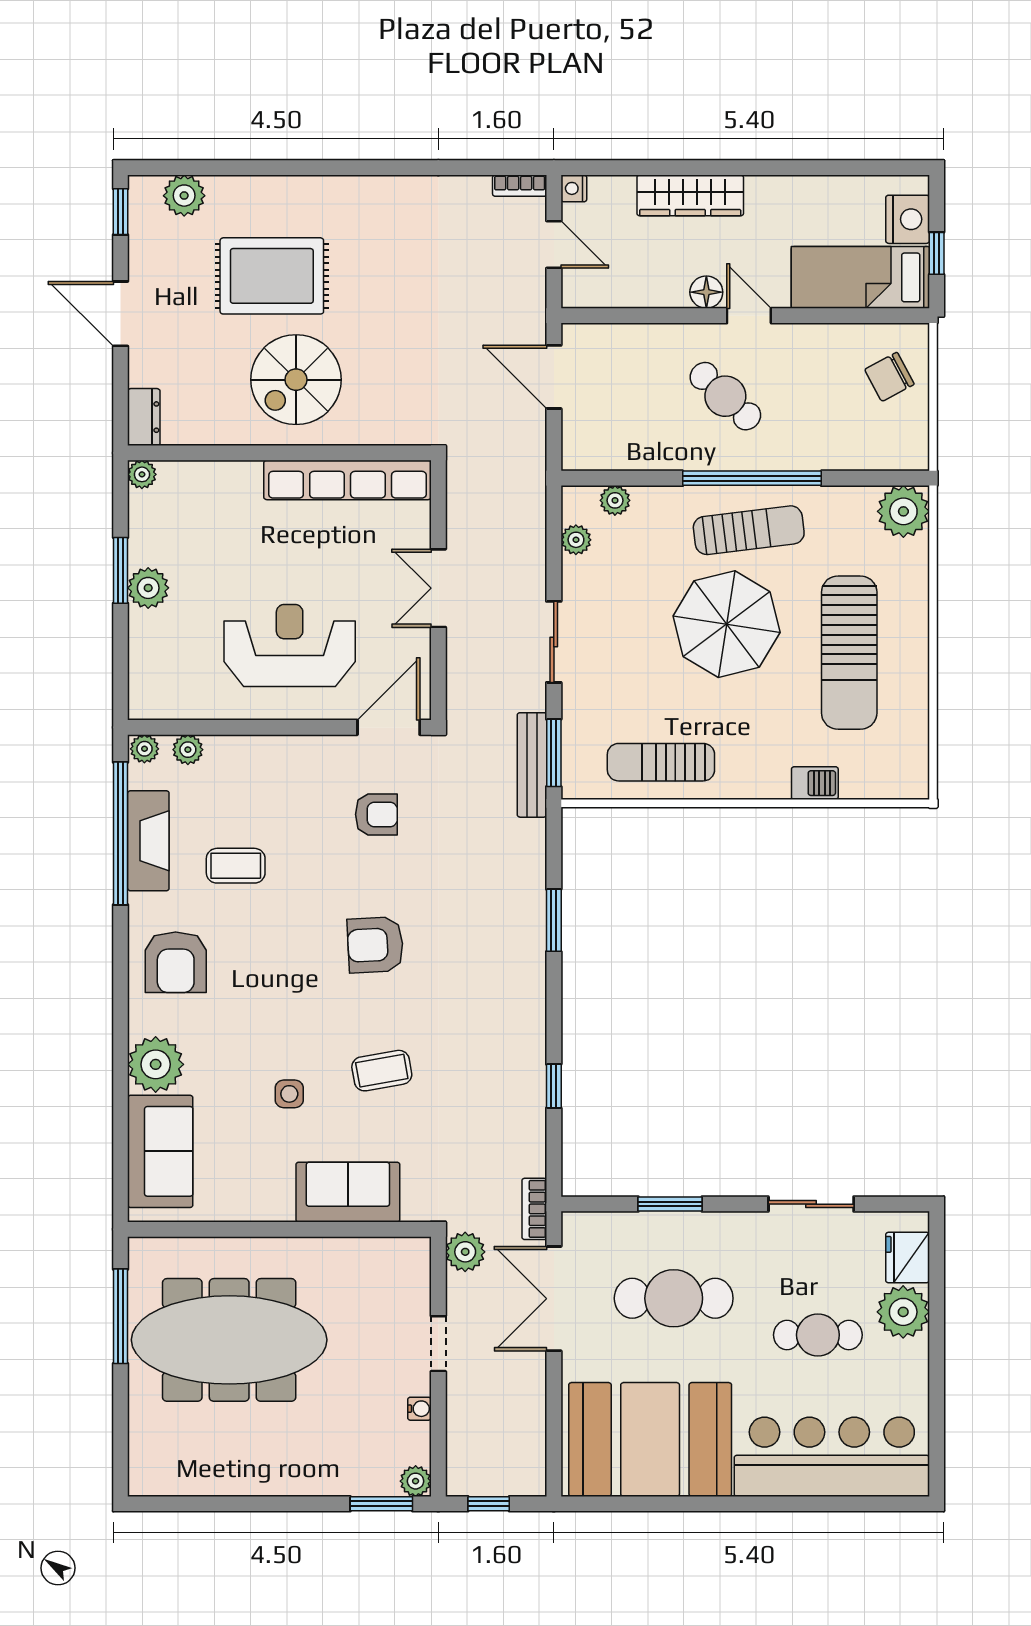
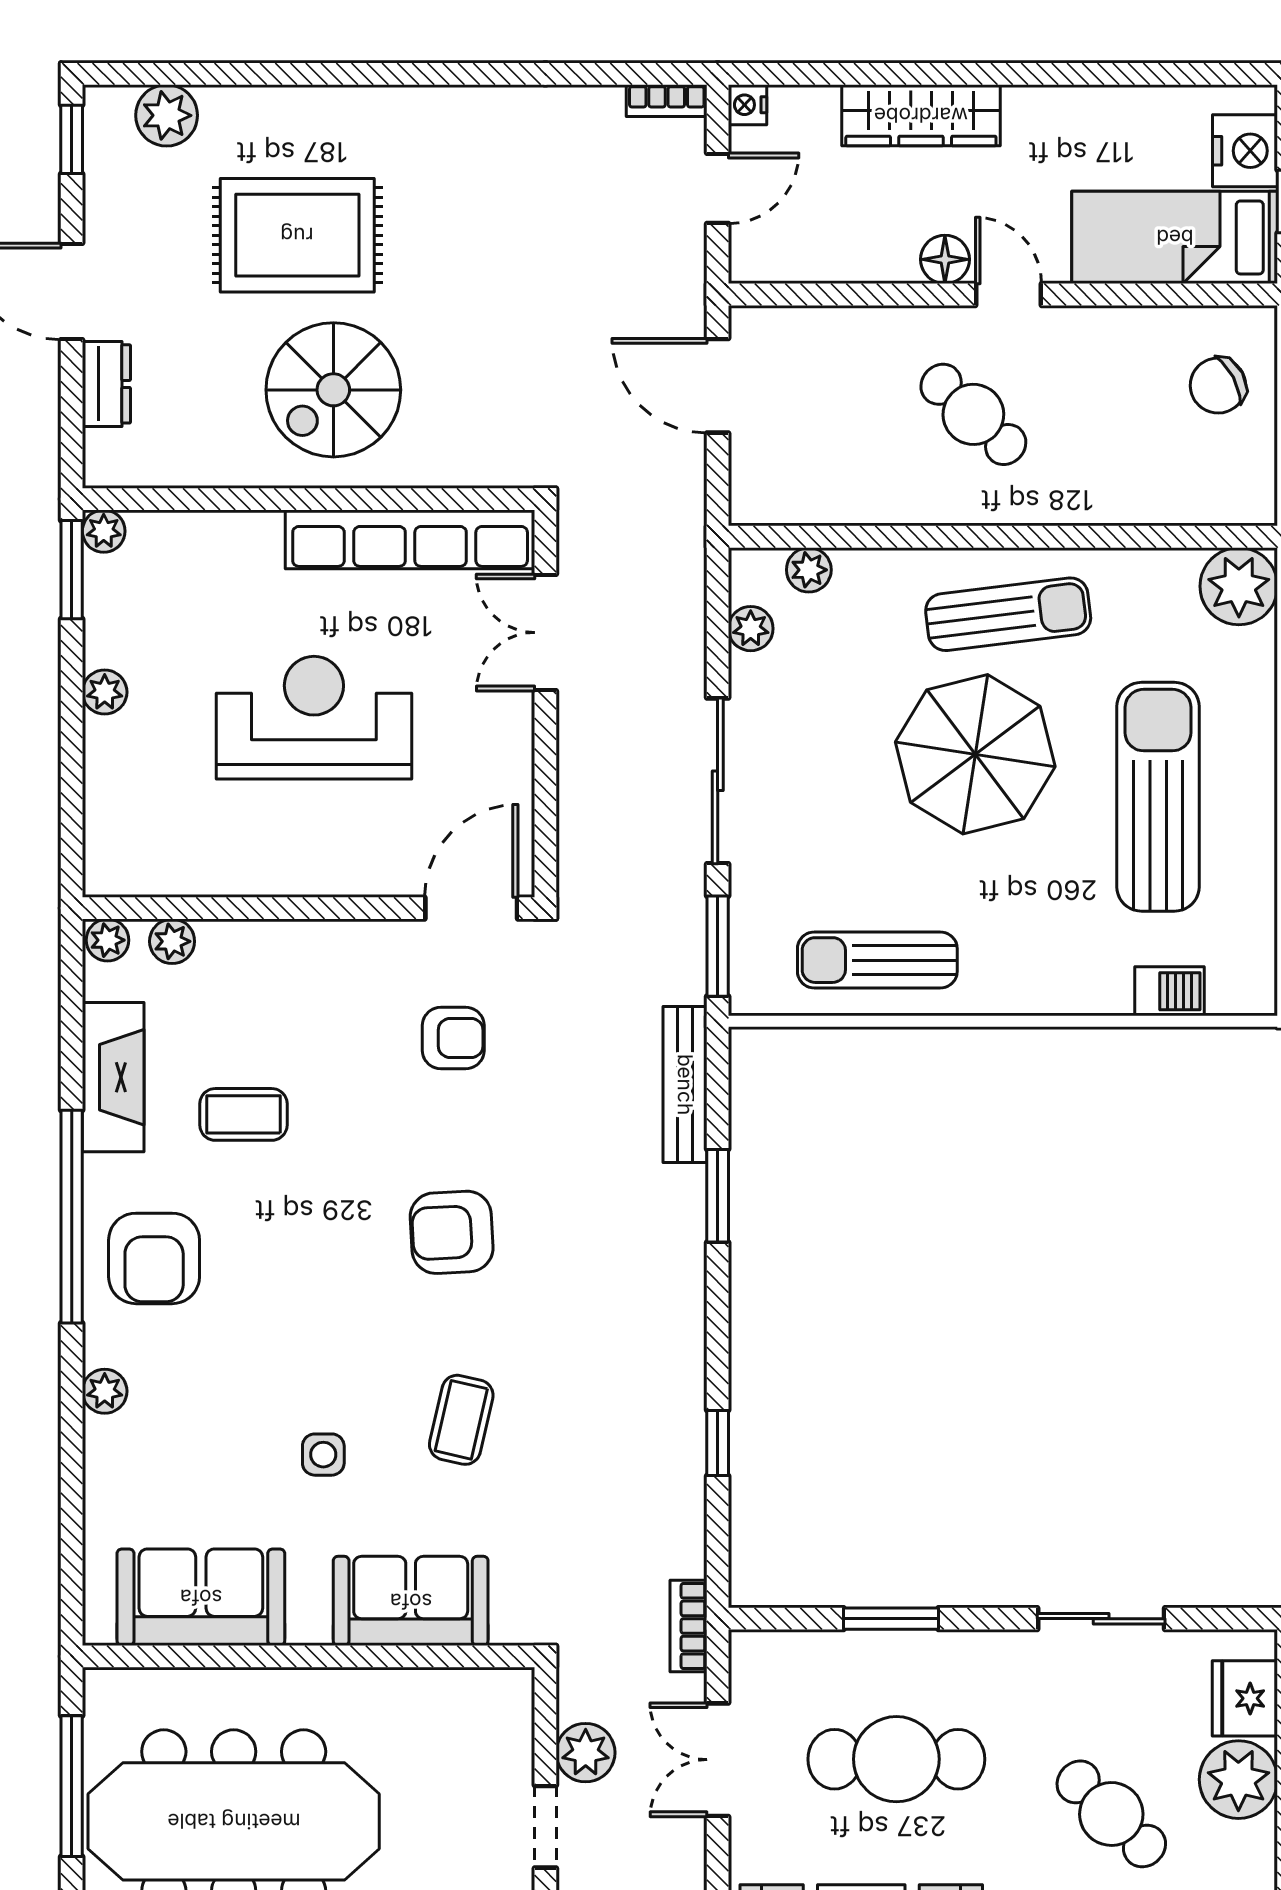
door: (554, 244) -> (718, 188), hinge flipped
dresser: (144, 417) -> (106, 384), moved
window: (752, 478) -> (1013, 537), removed
window: (121, 570) -> (72, 570), moved
plant: (148, 588) -> (105, 692), width x0.73, depth x0.73
double door: (438, 588) -> (545, 633), moved
sliding door: (554, 642) -> (718, 781), width x1.37
reception desk: (290, 645) -> (314, 718), moved
sun lounger: (849, 653) -> (1158, 797), turned 180
bench: (532, 765) -> (685, 1085), moved
barbecue: (815, 783) -> (1170, 991), moved
window: (121, 833) -> (72, 1217), moved
plant: (156, 1064) -> (105, 1391), width x0.53, depth x0.53
coffee table: (382, 1071) -> (461, 1420), turned -67
sofa: (160, 1151) -> (201, 1597), moved, turned -90
plant: (465, 1252) -> (586, 1753), moved
double door: (554, 1299) -> (718, 1760), width x0.73
cafe table: (818, 1335) -> (1111, 1814), turned 44

